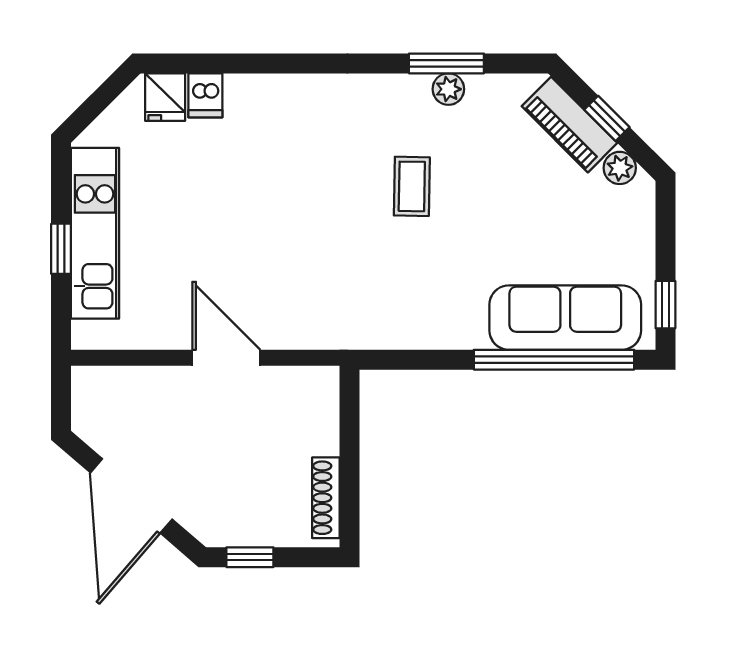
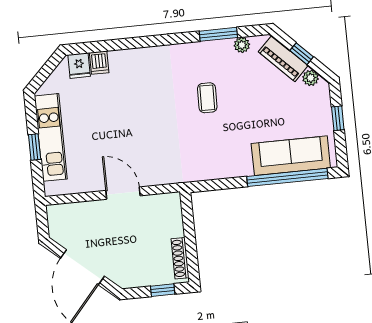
plant: (448, 89) -> (242, 45), moved
window: (665, 305) -> (338, 118), moved
window: (250, 557) -> (163, 290), moved

